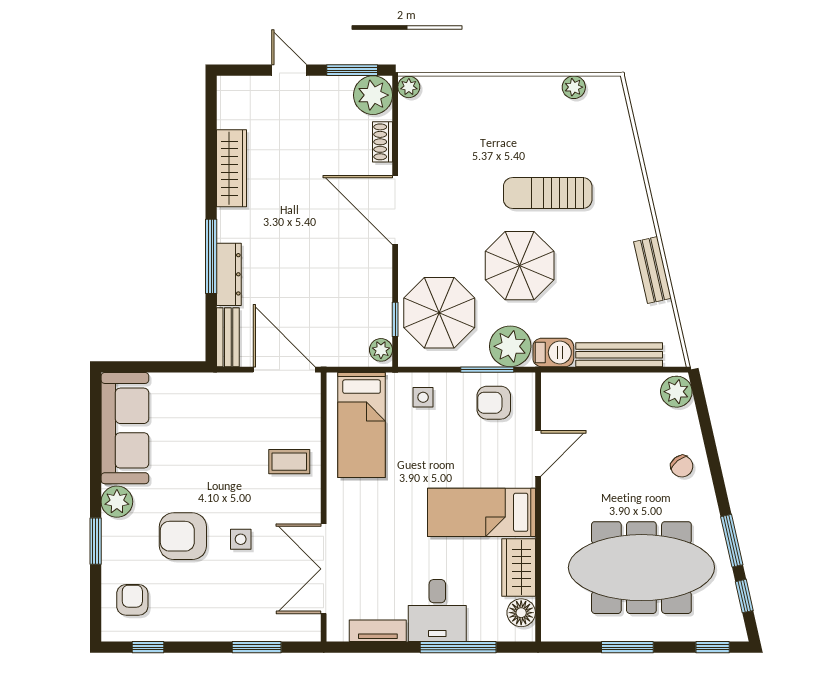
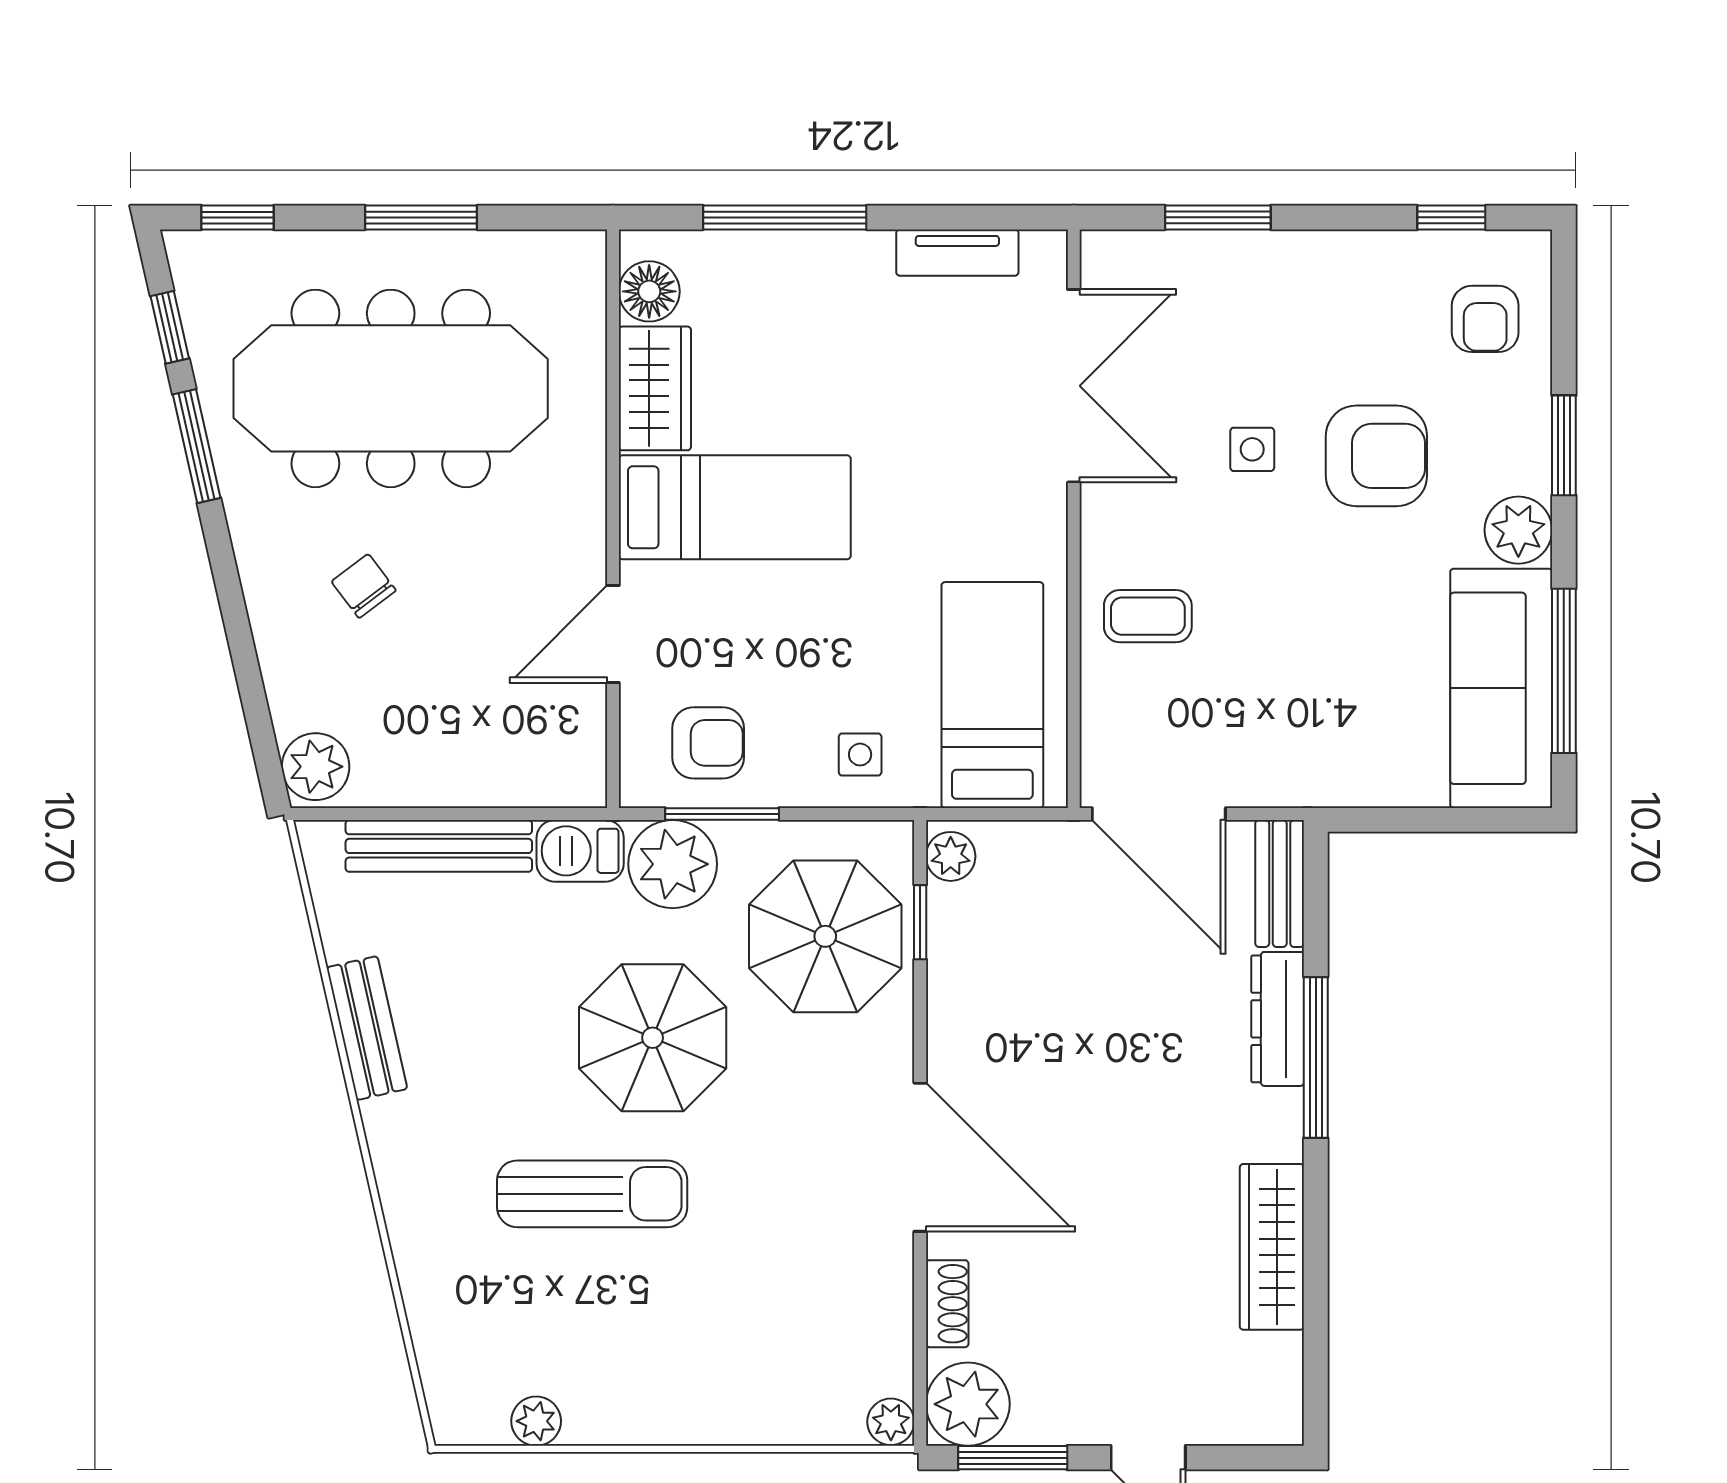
window: (96, 436) -> (1564, 671), added
chair: (682, 466) -> (364, 586), moved
desk: (437, 610) -> (830, 296), removed

